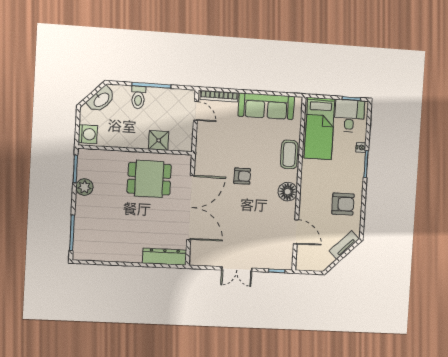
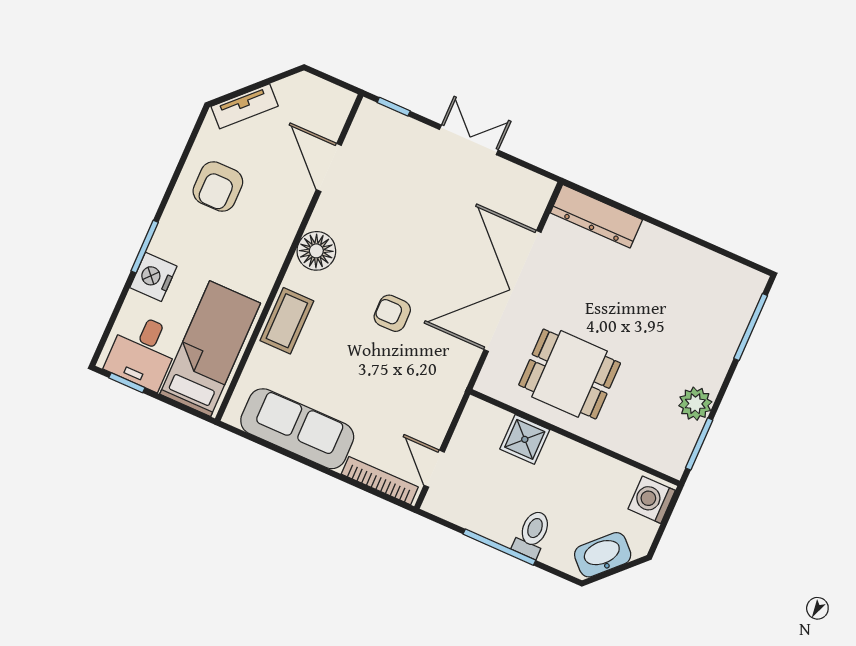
nightstand: (361, 148) -> (153, 277), width x1.89, depth x1.79
armchair: (343, 204) -> (218, 186), turned -90

